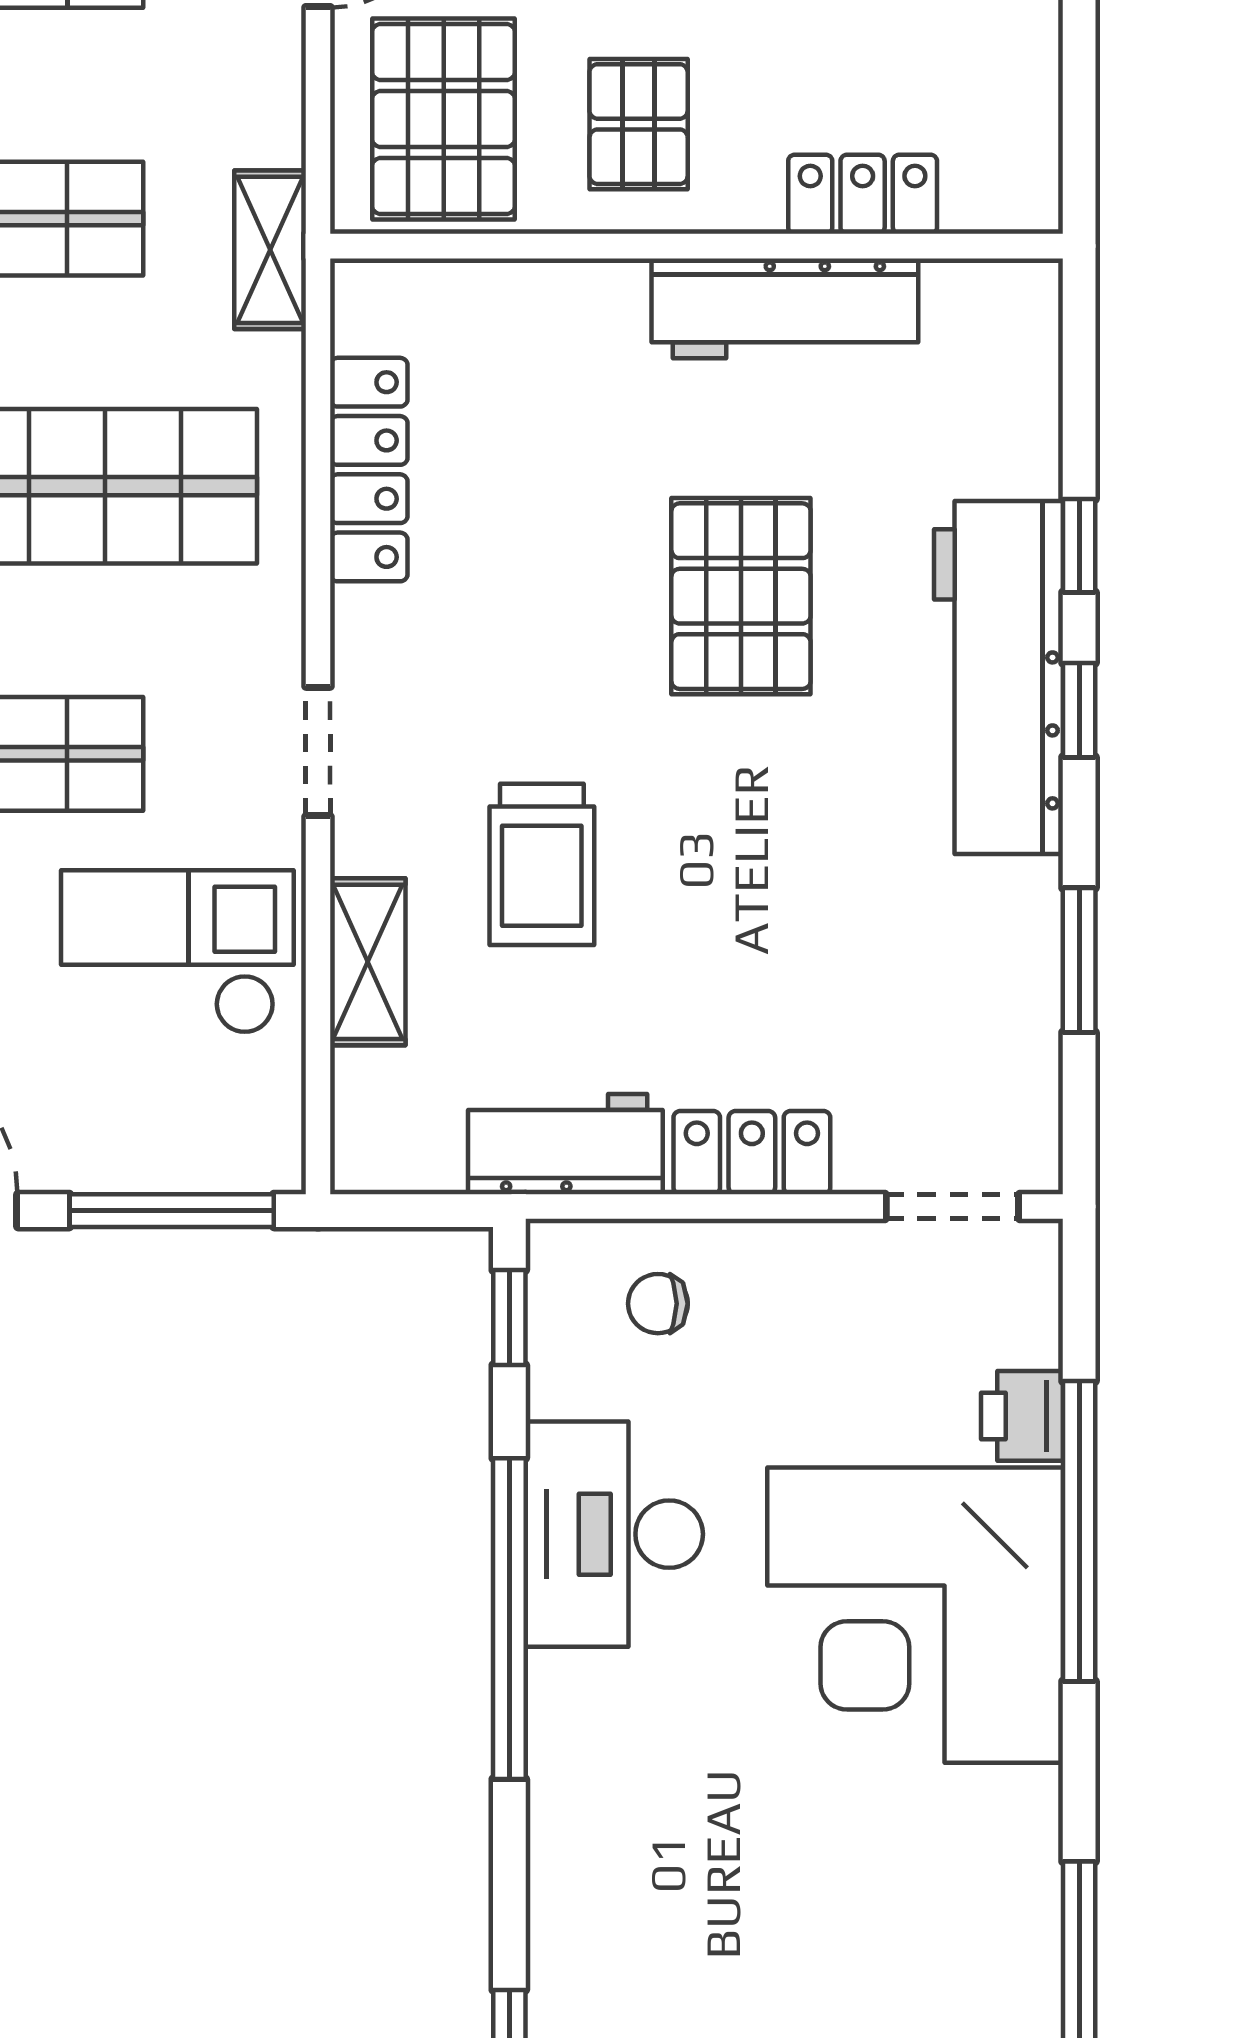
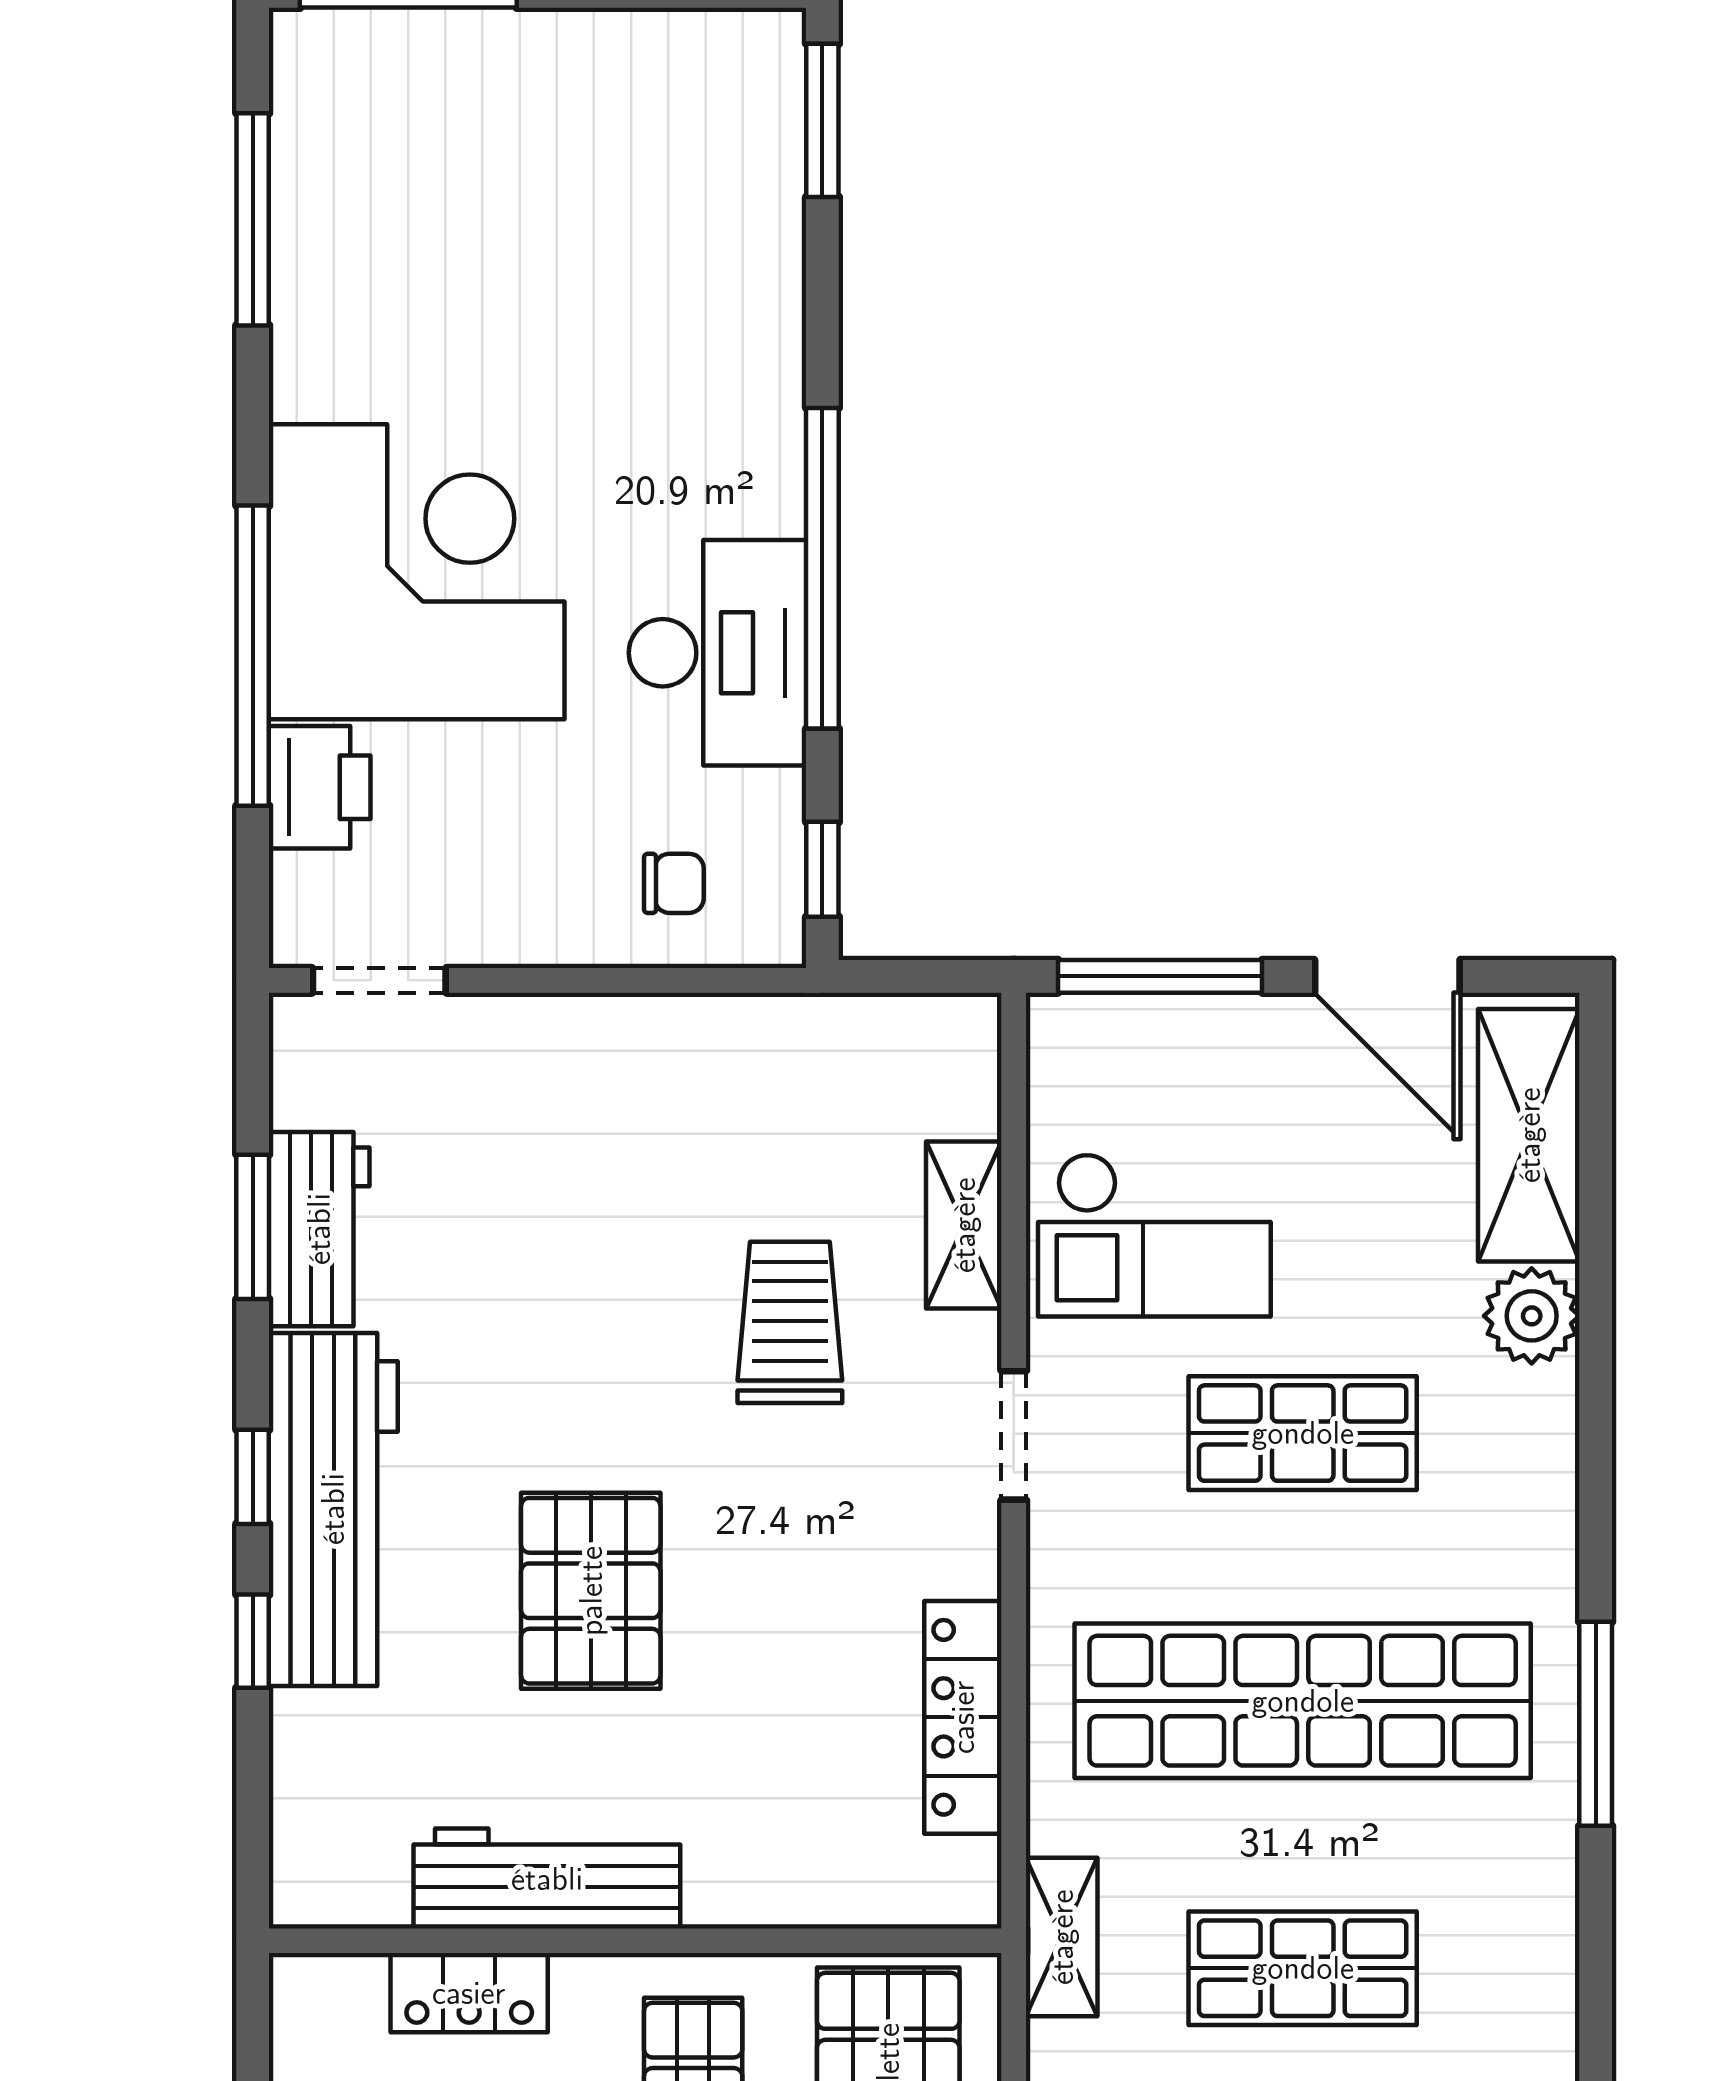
workbench: (565, 1144) -> (319, 1229), moved, turned -90
locker: (752, 1153) -> (580, 1034), removed
printer: (1022, 1416) -> (320, 787), width x1.36, depth x1.24

